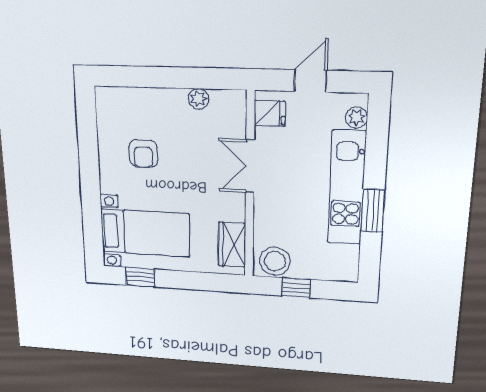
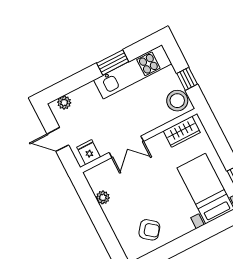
armchair: (143, 154) -> (149, 230), moved, turned 38
kitchen unit: (347, 188) -> (133, 72), moved

